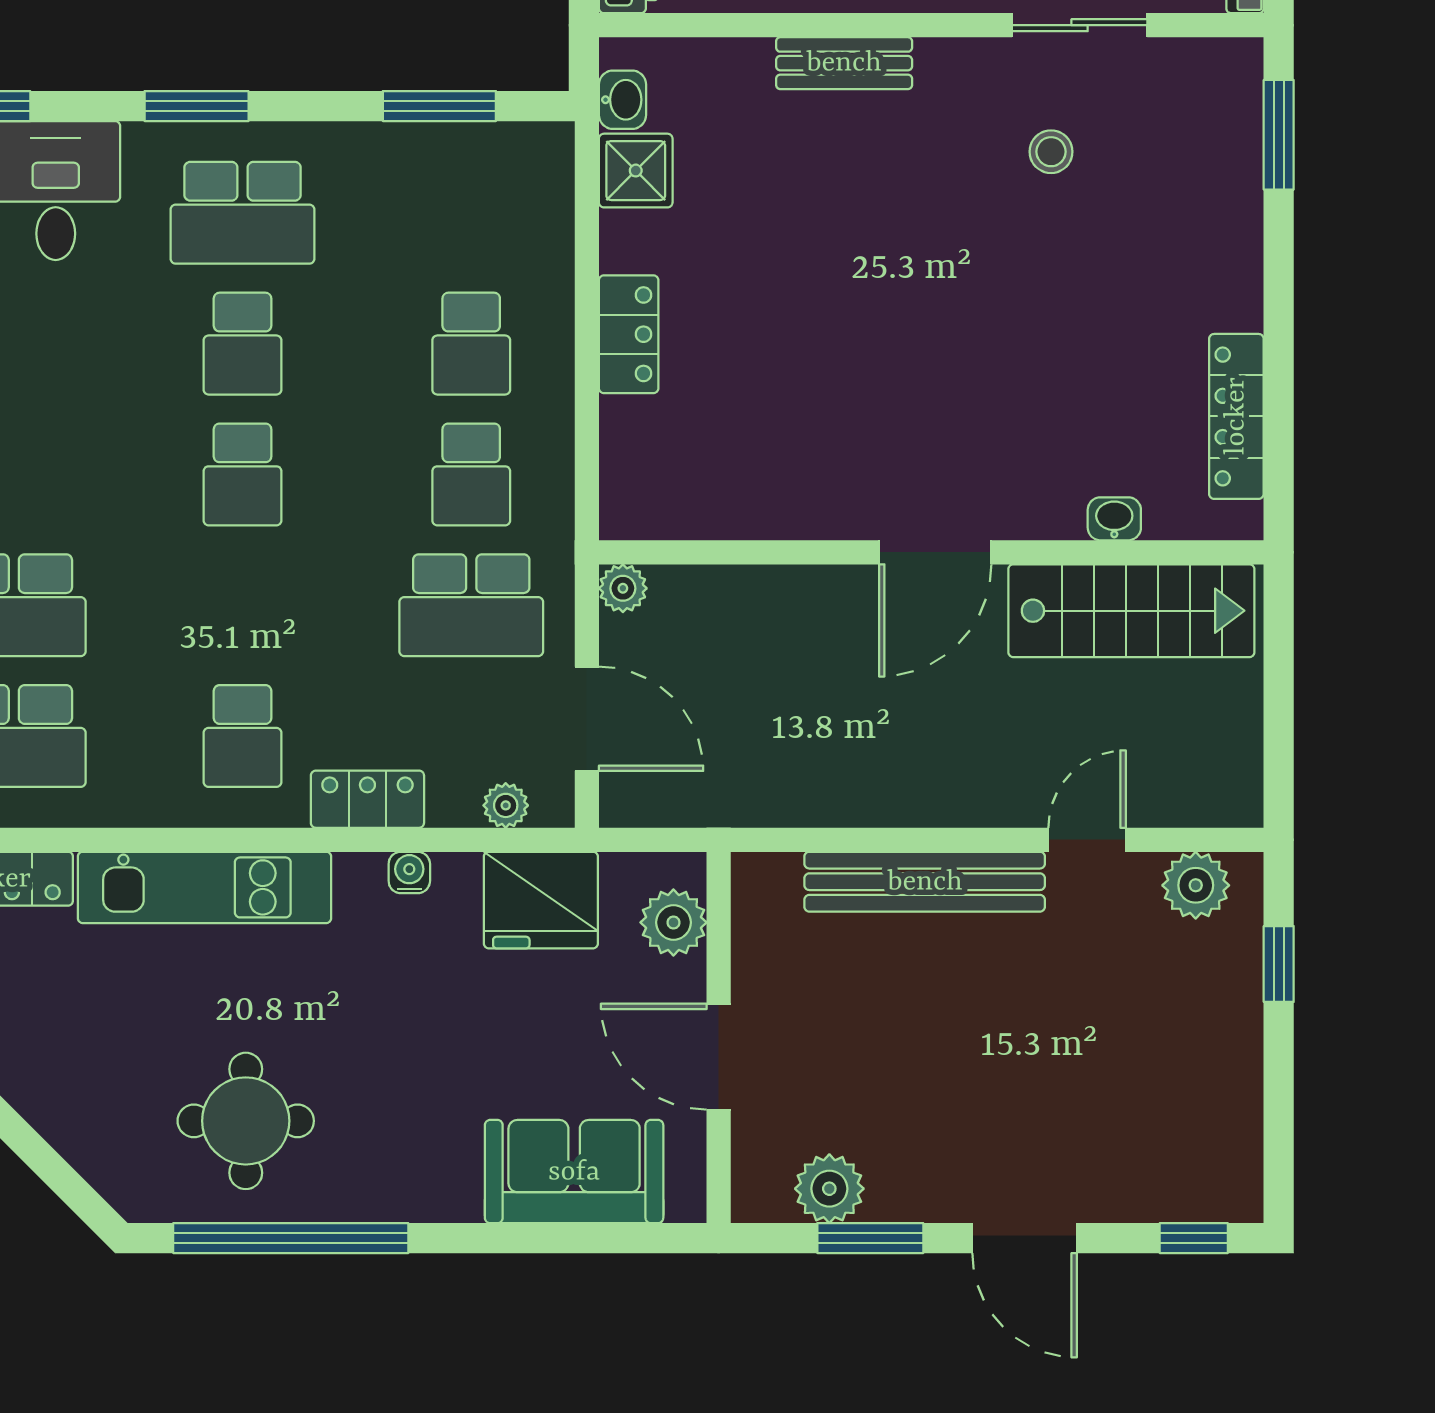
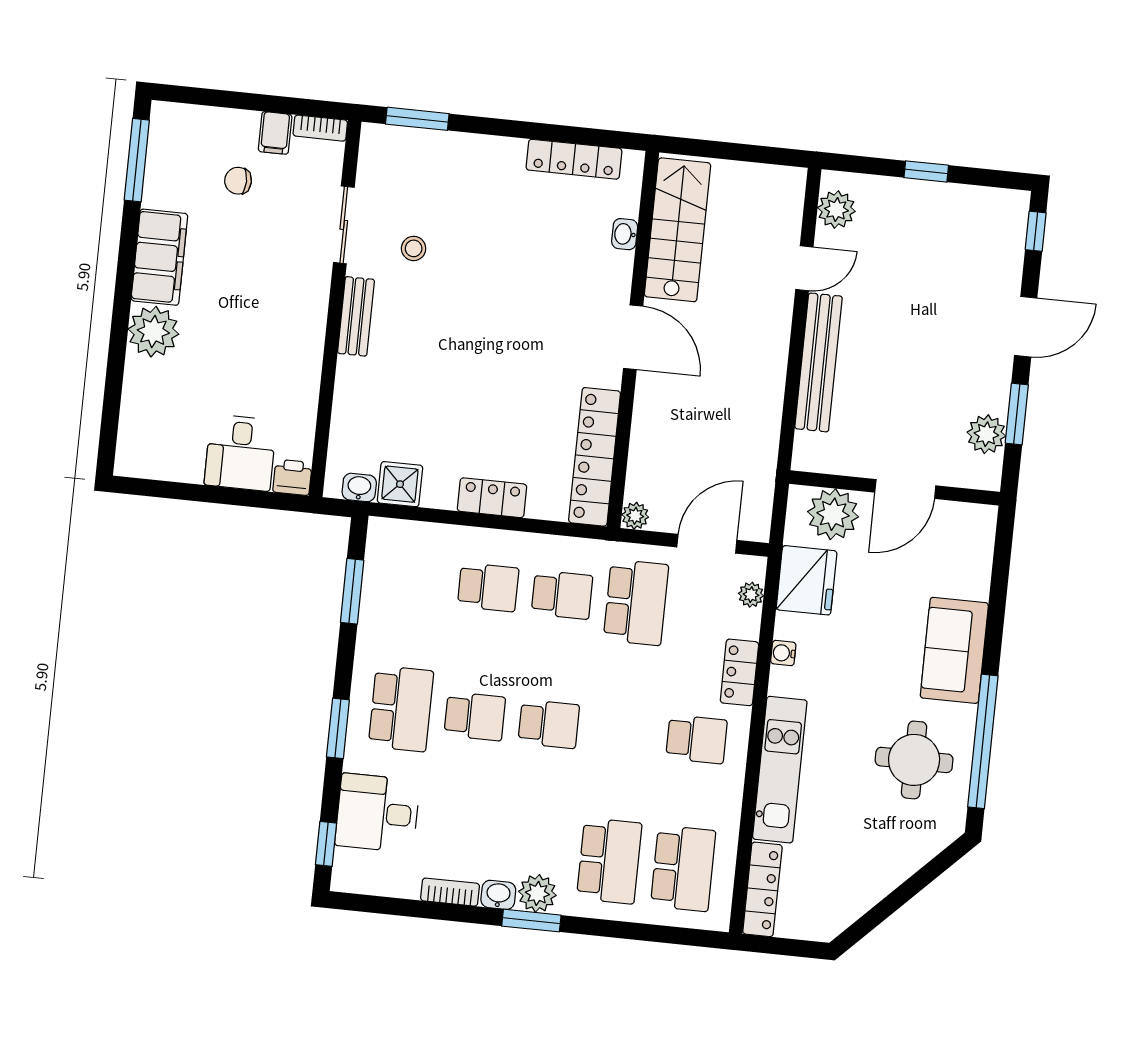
bench: (844, 63) -> (356, 316), moved
locker: (719, 506) -> (595, 457), added
door: (1087, 840) -> (804, 268), swing flipped
plant: (673, 922) -> (833, 514), width x1.36, depth x1.36
window: (1279, 964) -> (926, 171), moved
sofa: (574, 1172) -> (954, 650), moved

